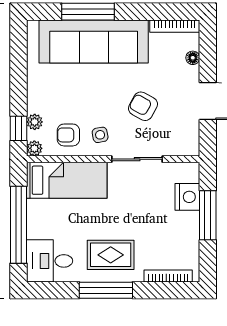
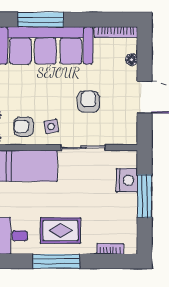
armchair: (143, 106) -> (88, 102), turned 61
bookcase: (168, 276) -> (110, 249), width x0.64

